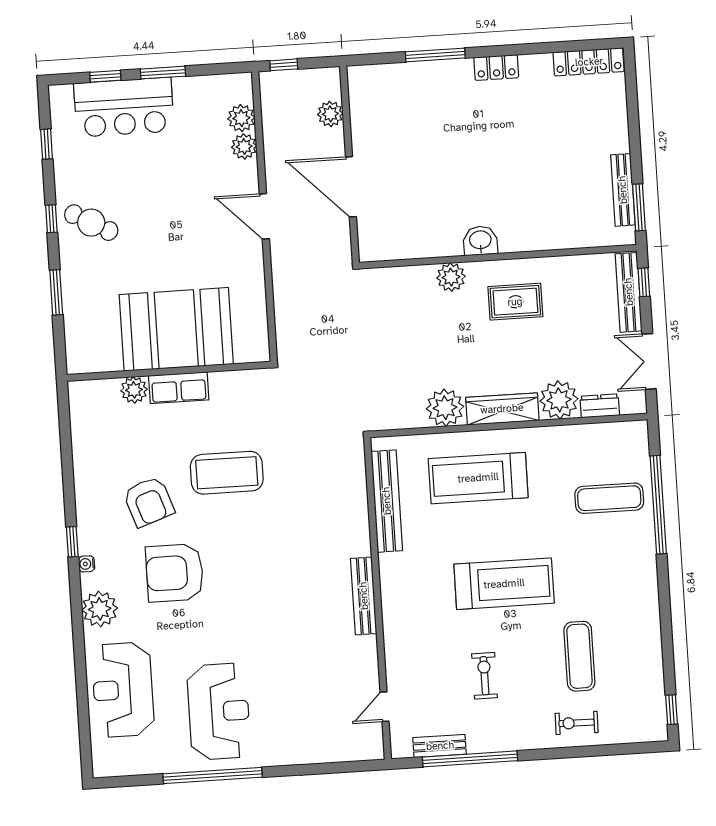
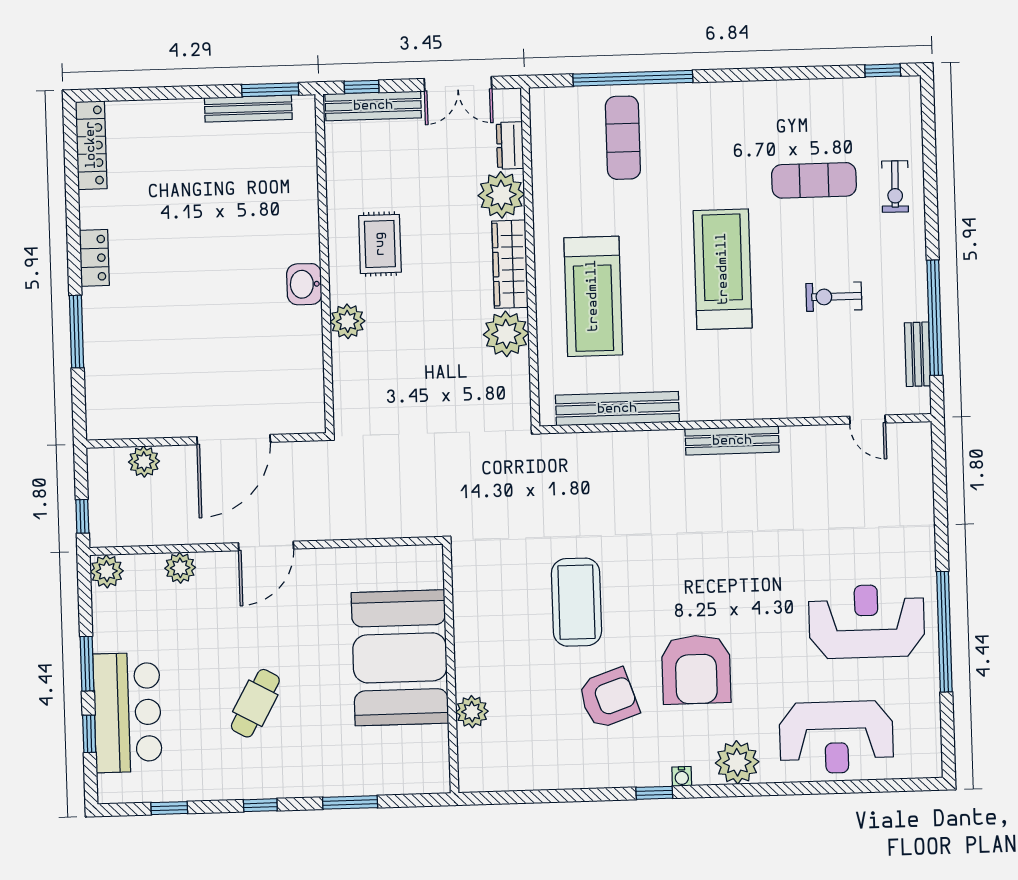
plant: (241, 118) -> (107, 571), moved
cafe table: (91, 223) -> (255, 703), moved
row of seats: (179, 388) -> (471, 657), removed

